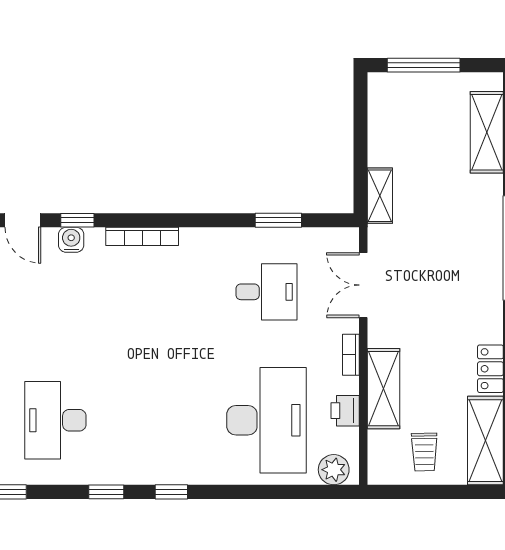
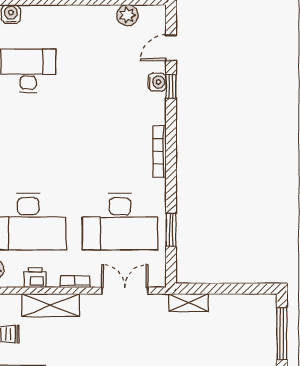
bookcase: (142, 236) -> (159, 151), moved
desk: (267, 292) -> (120, 222), width x1.87, depth x1.30

